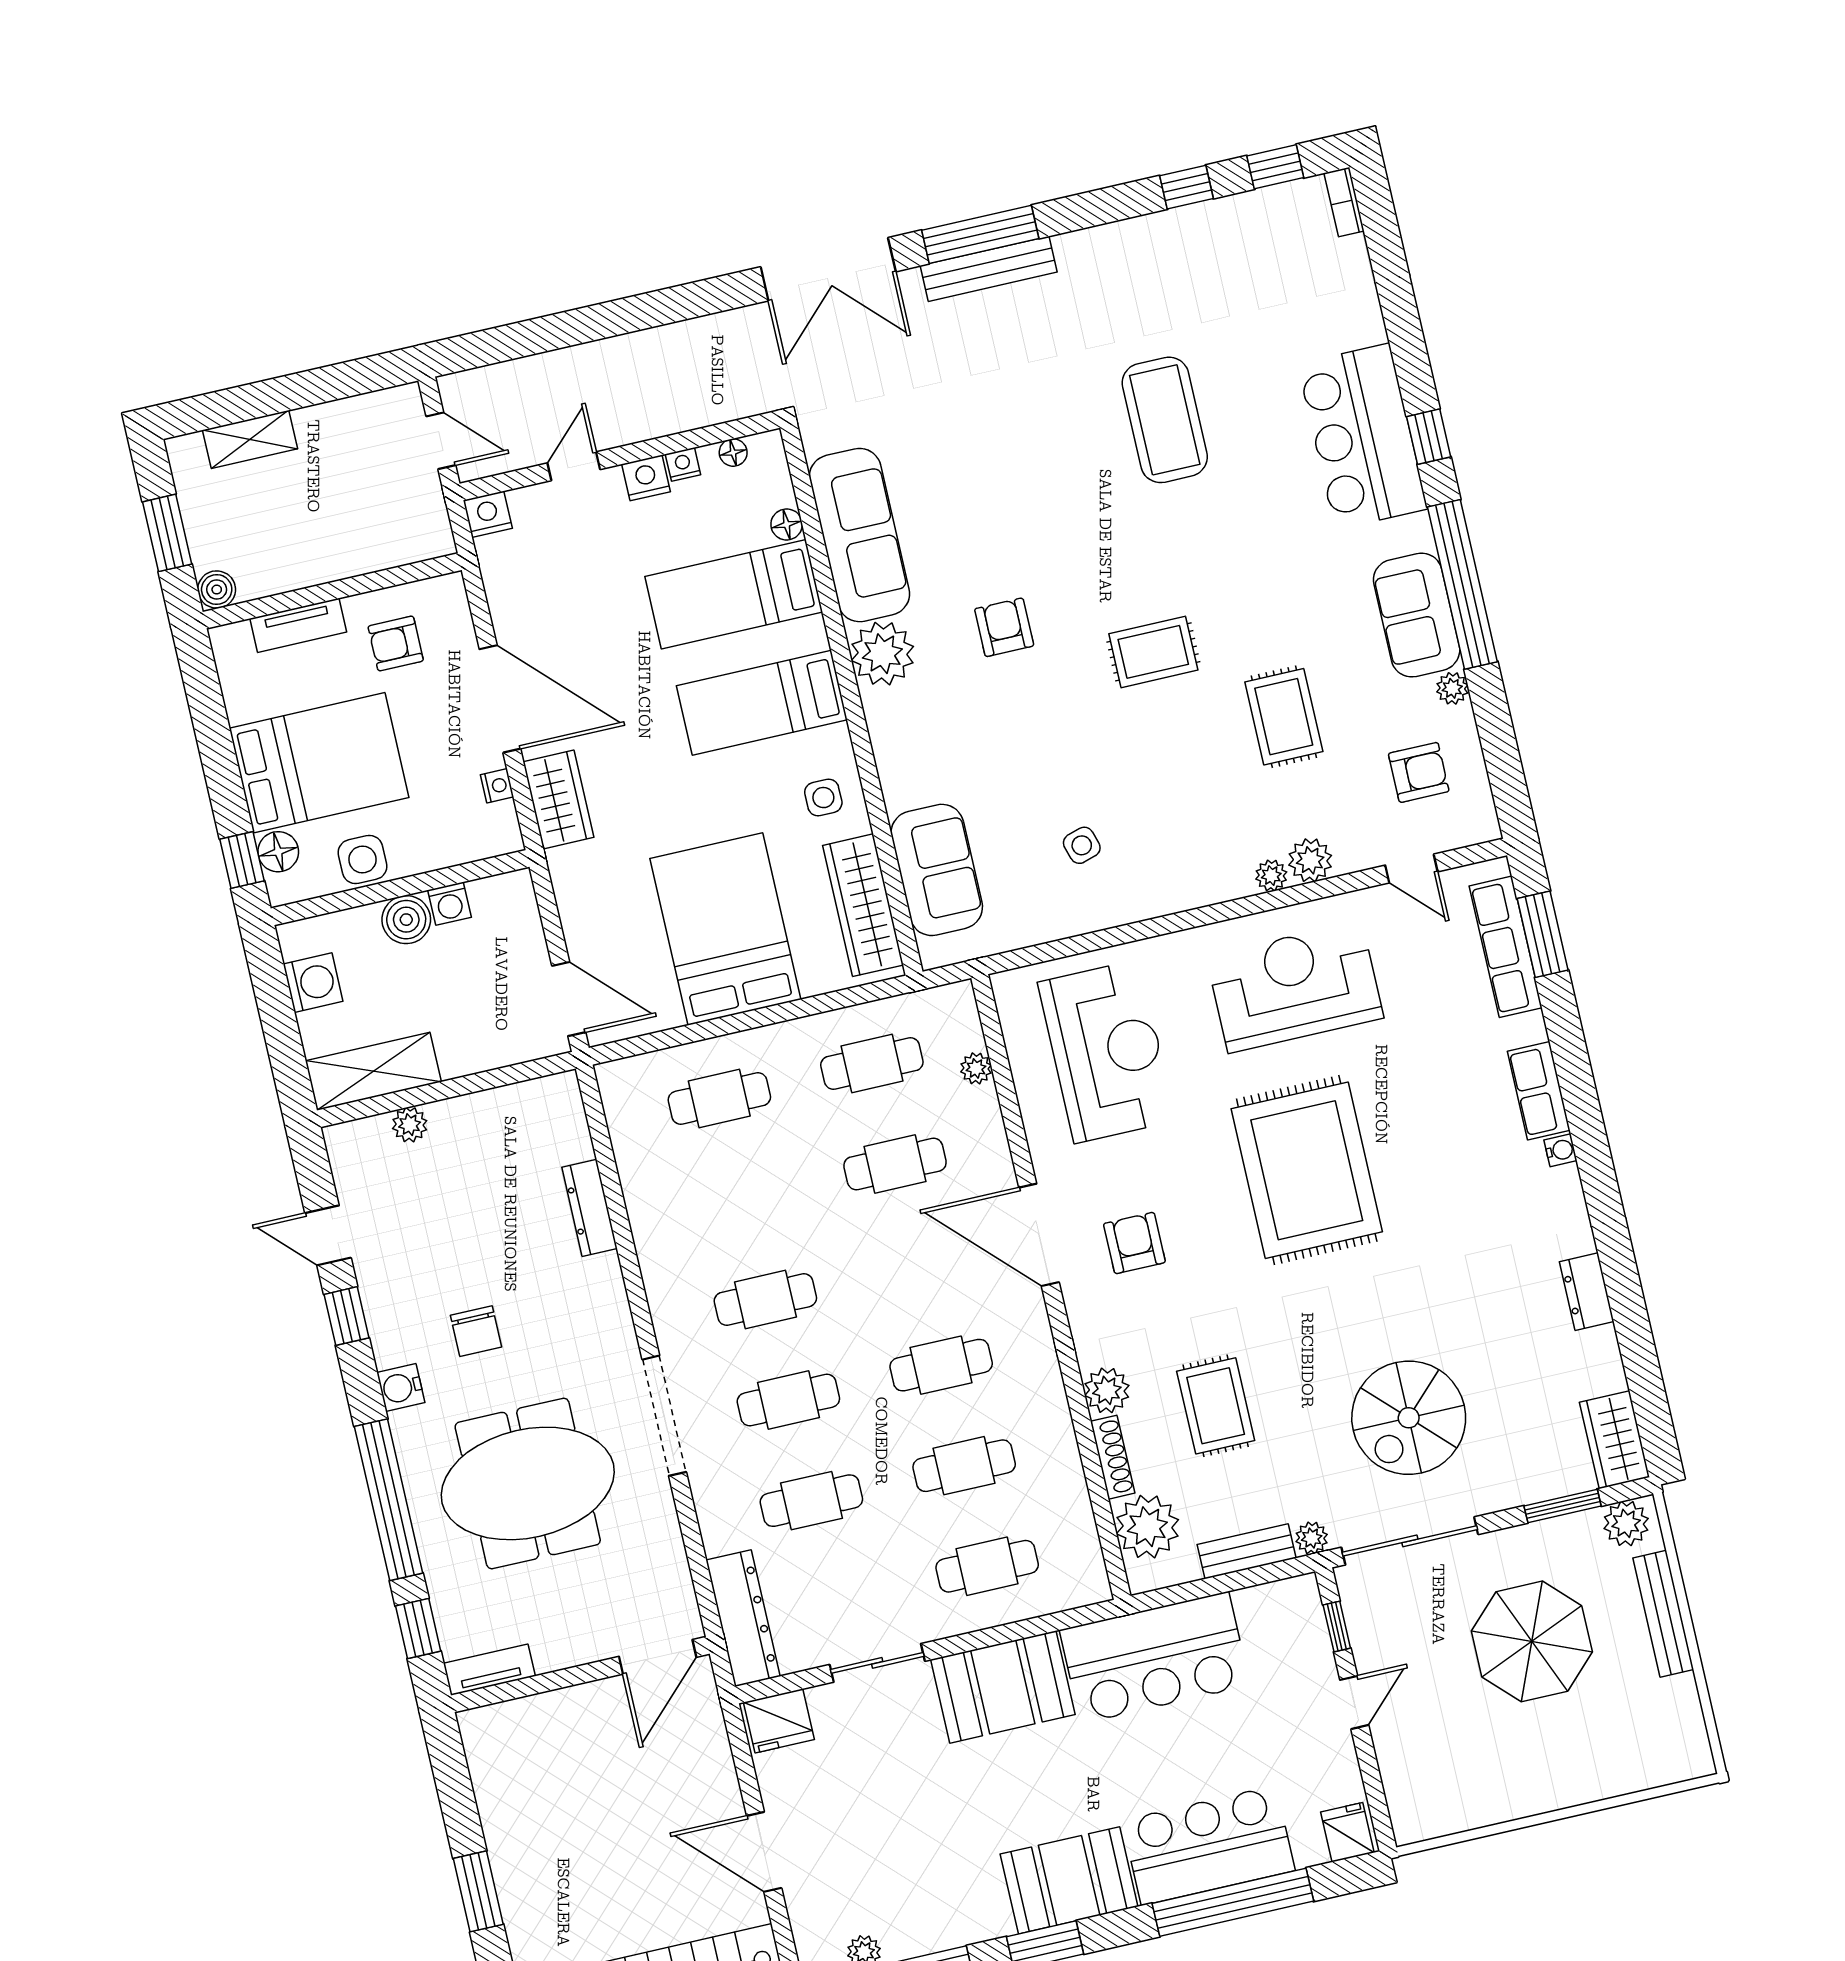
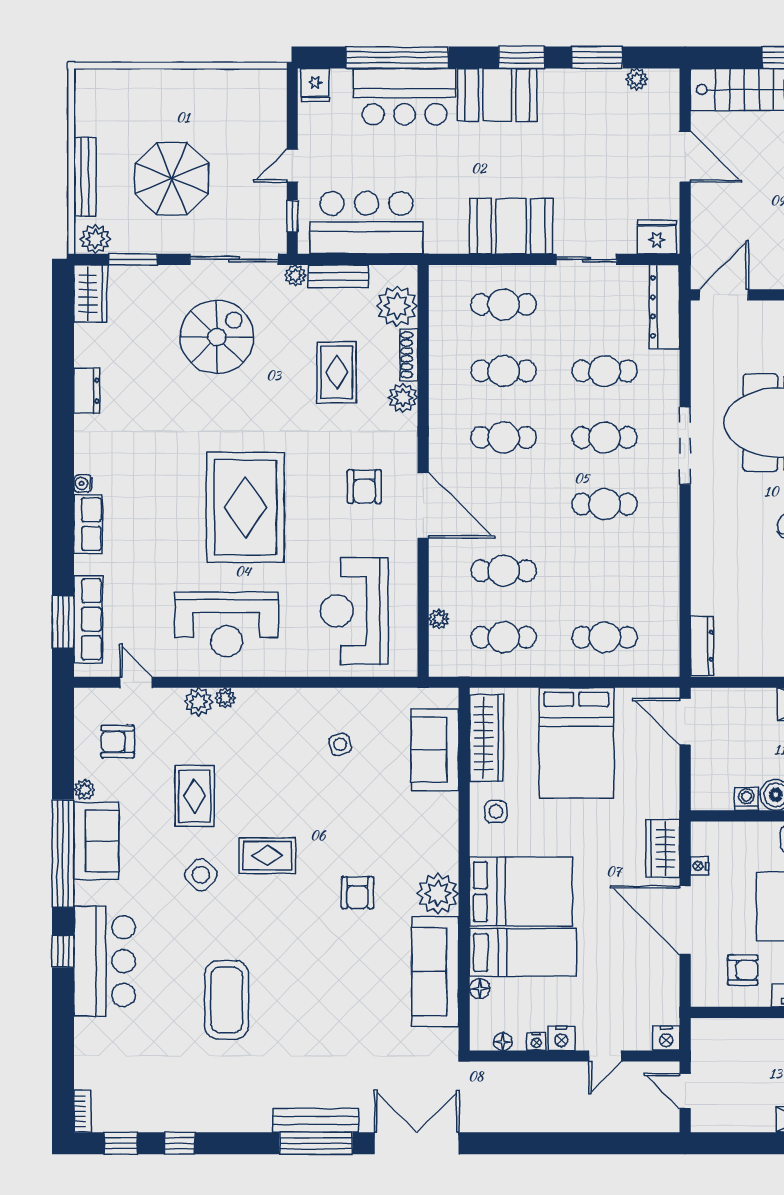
side table: (1247, 600) -> (201, 875), added
bed: (762, 703) -> (521, 892), width x1.50
dresser: (589, 1208) -> (702, 646), moved
bar counter: (1155, 1658) -> (366, 223), moved

